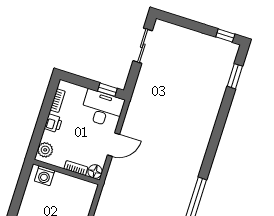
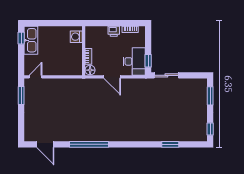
window: (181, 21) -> (210, 96), added
sliding door: (143, 46) -> (166, 75), moved
window: (235, 76) -> (170, 144), moved
plant: (45, 150) -> (94, 32), removed

